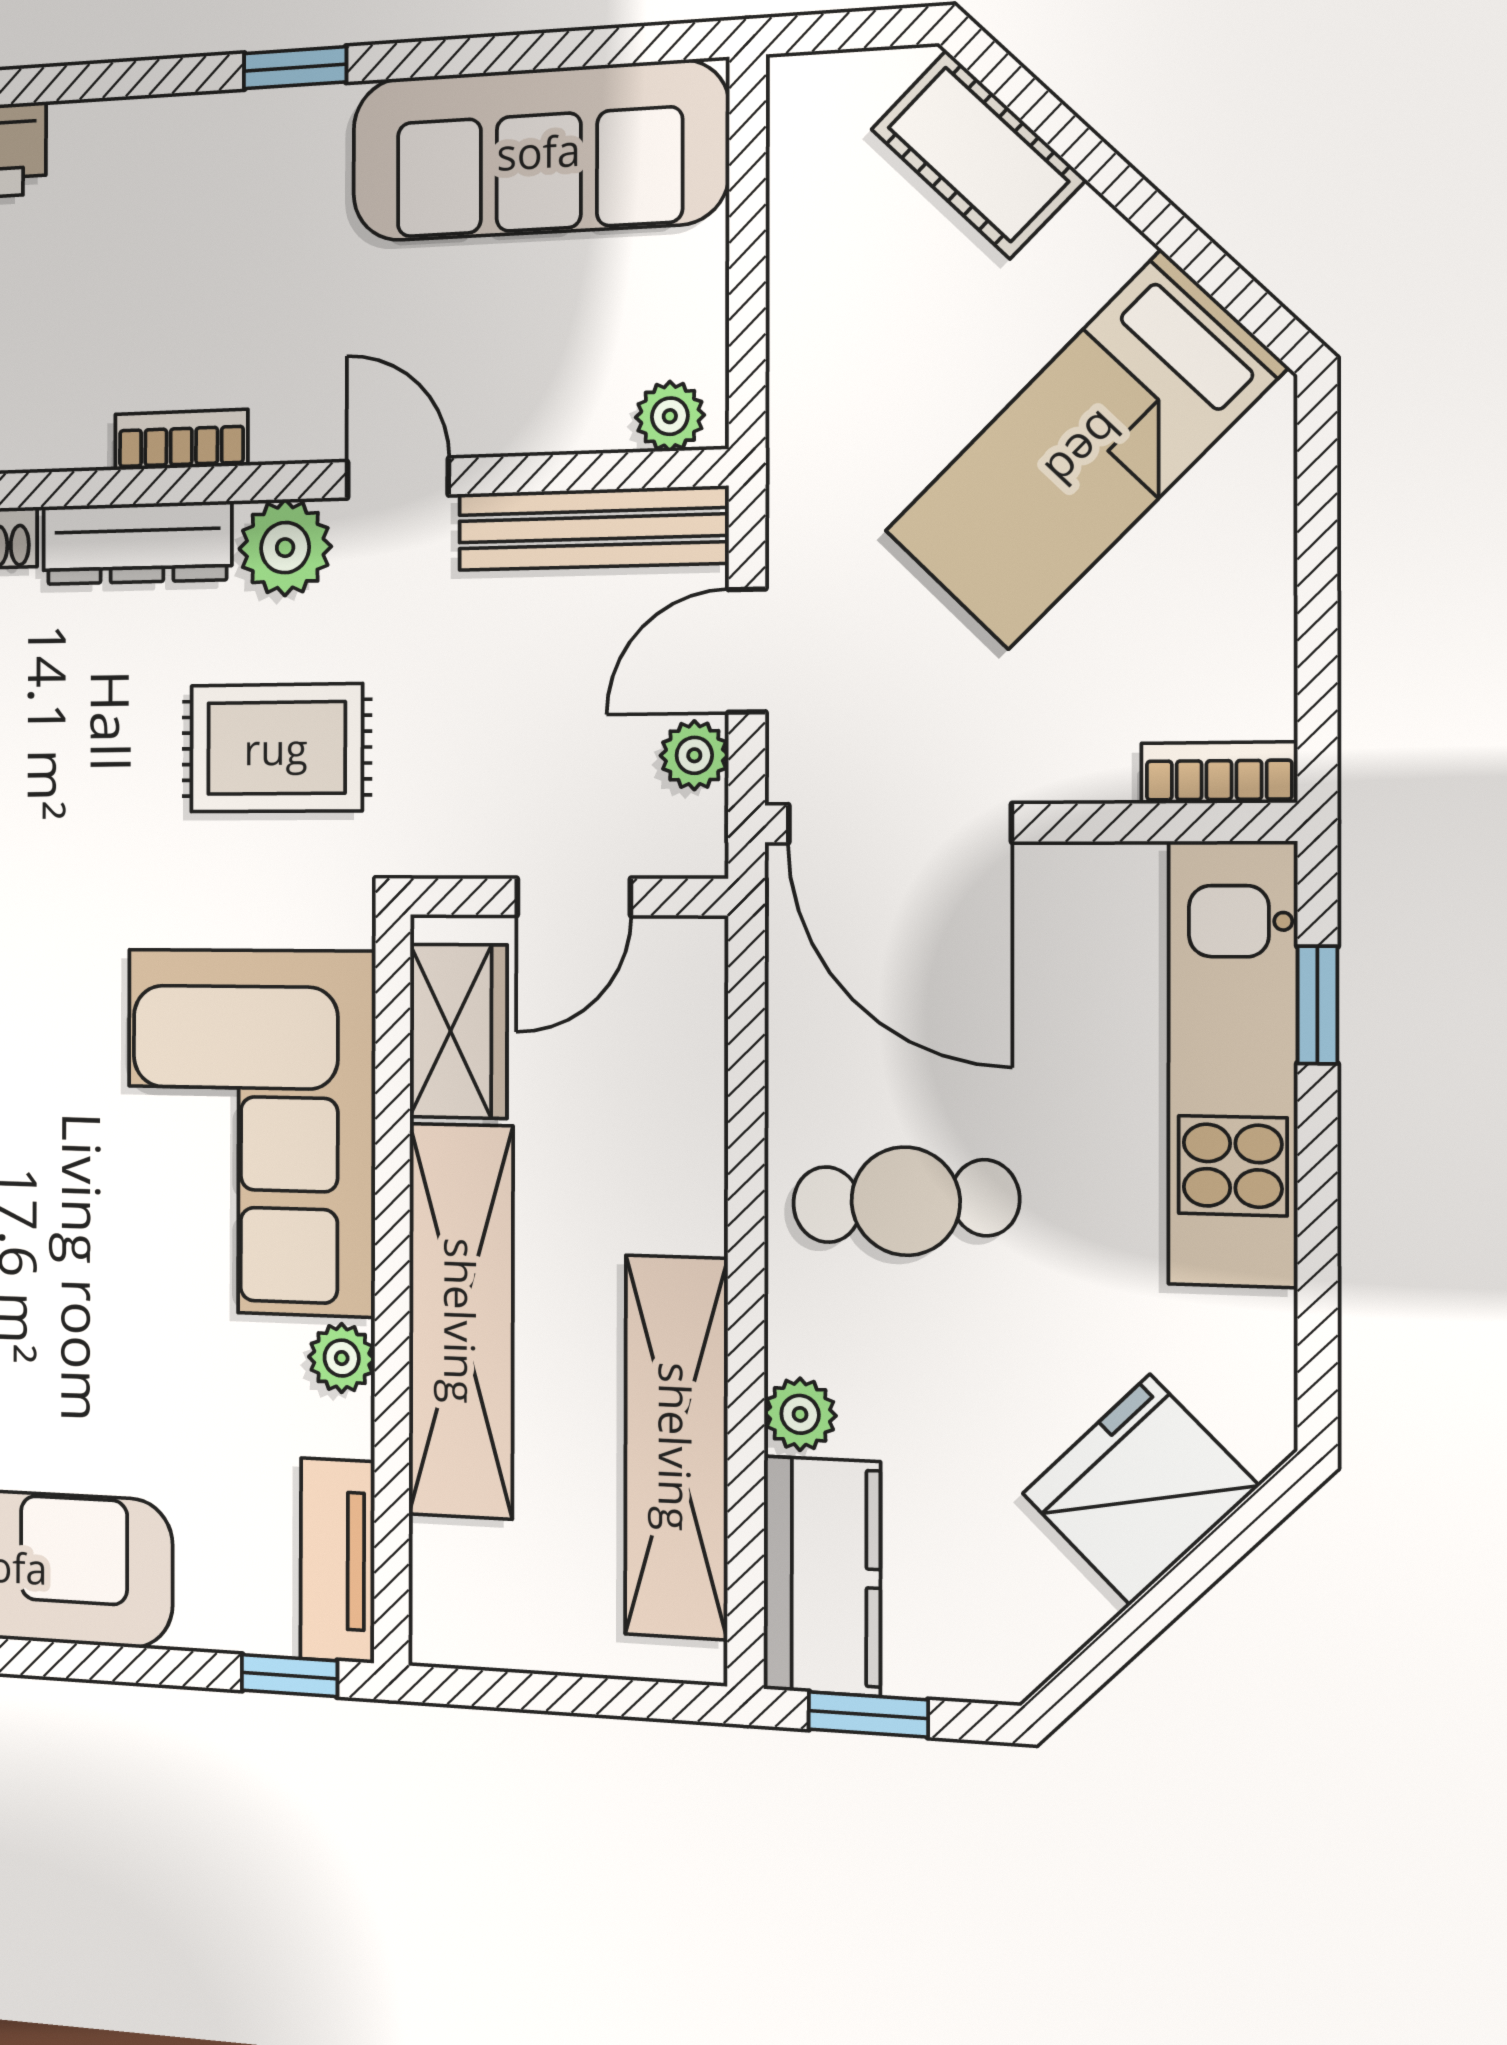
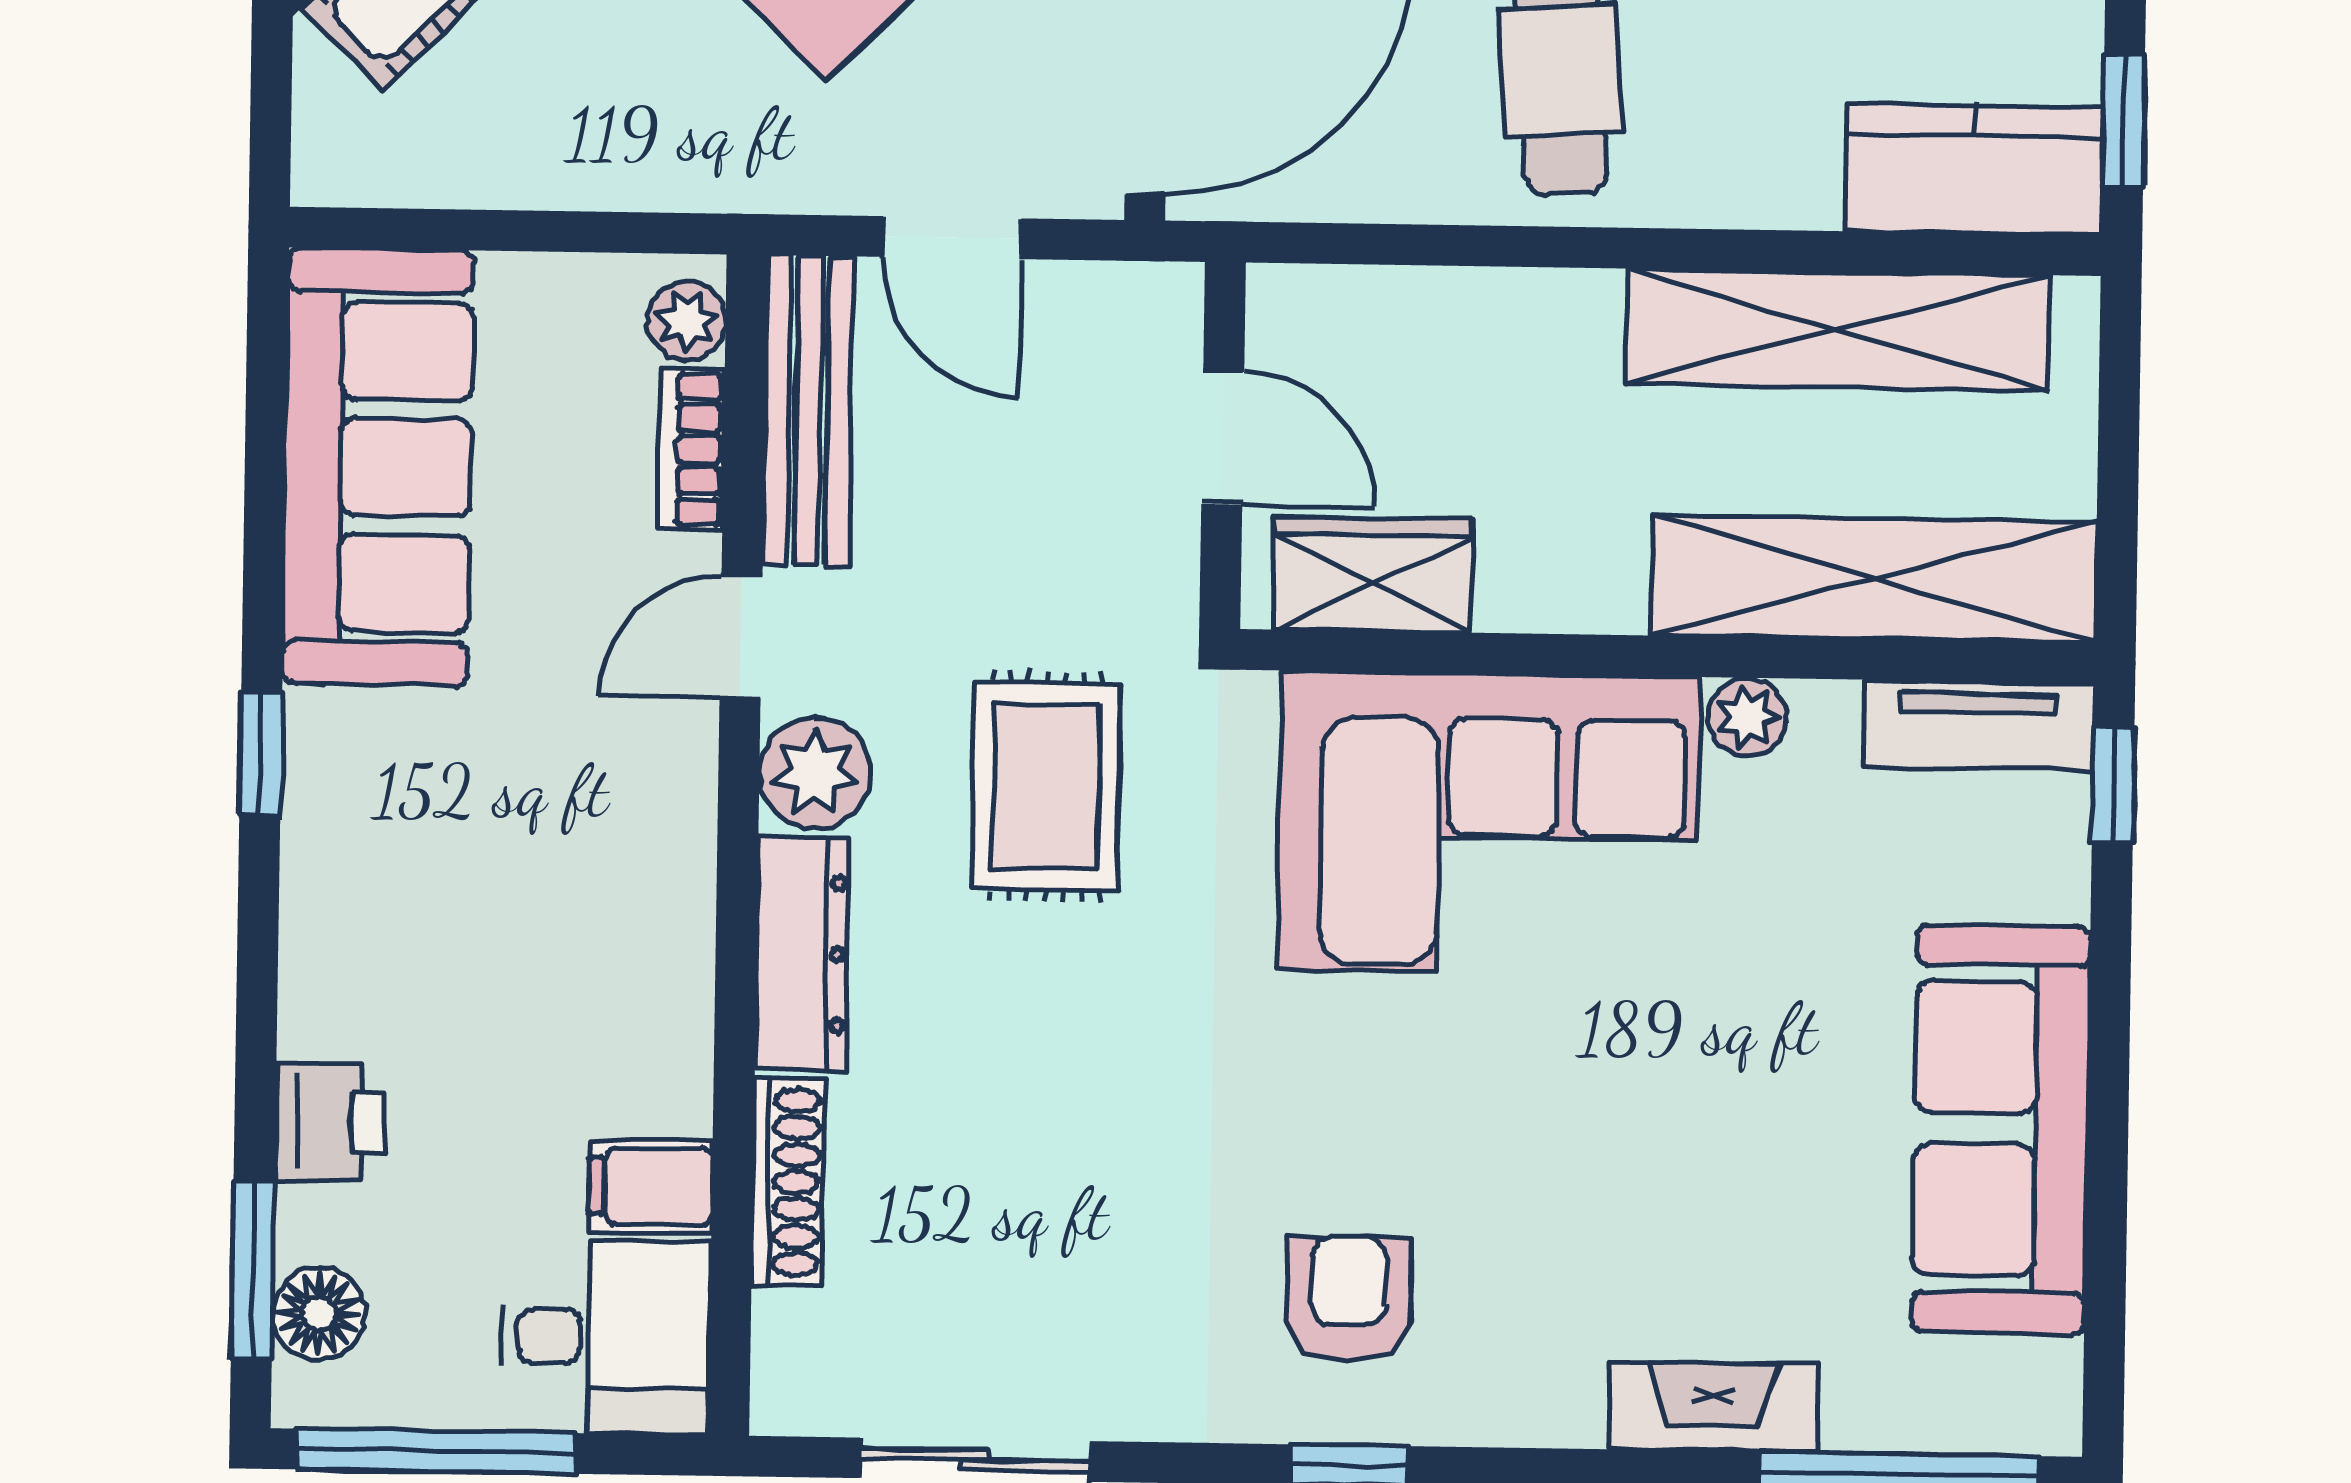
bookcase: (181, 440) -> (691, 449), moved
plant: (694, 755) -> (1067, 298), removed
shelving: (461, 1321) -> (1874, 578), moved
plant: (800, 1414) -> (1797, 191), removed

